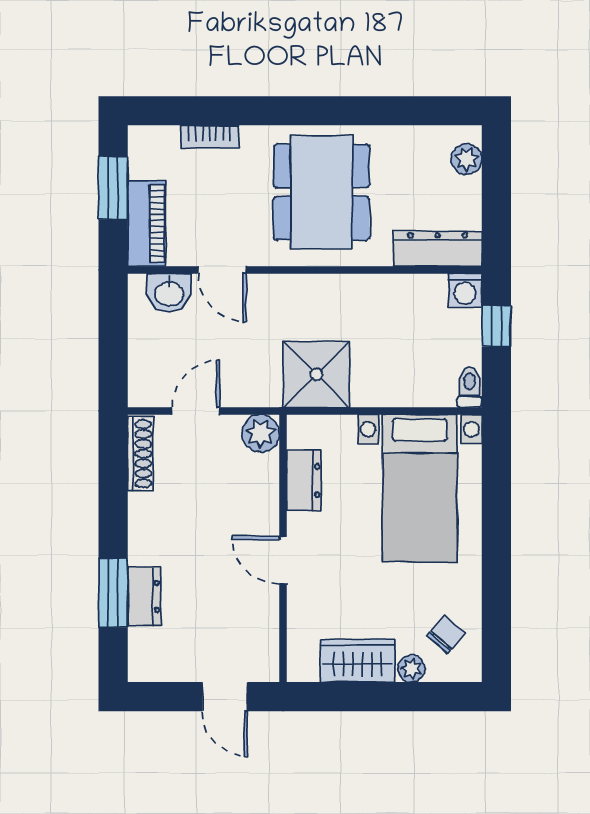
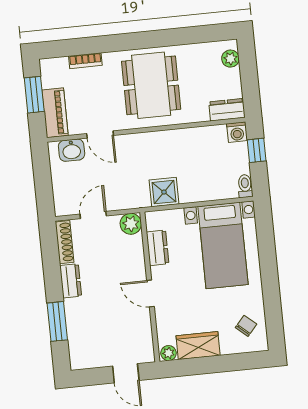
dresser: (438, 249) -> (227, 110), width x0.70
shower: (316, 374) -> (164, 192), width x0.73, depth x0.73
dresser: (144, 596) -> (71, 281), moved
plant: (411, 669) -> (169, 353), moved

